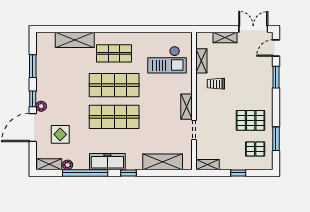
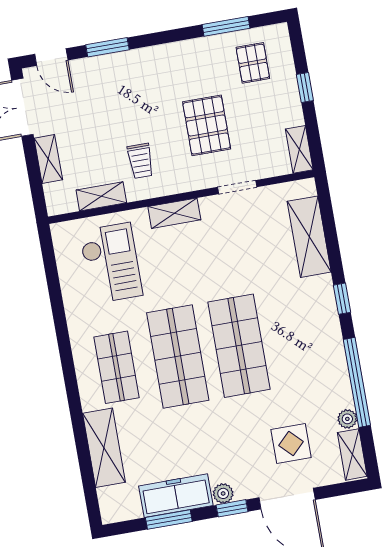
plant: (41, 106) -> (223, 493), moved
shelving: (186, 107) -> (174, 213), moved
pallet: (251, 120) -> (207, 125), moved
freezer: (107, 162) -> (176, 496), moved, turned 90

